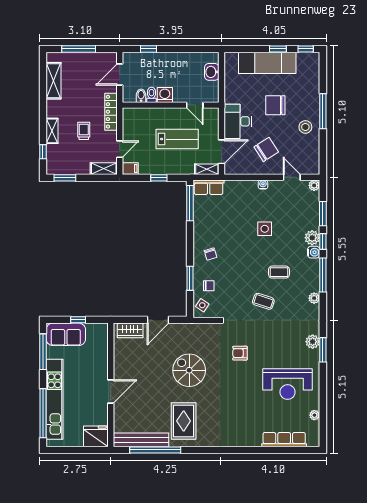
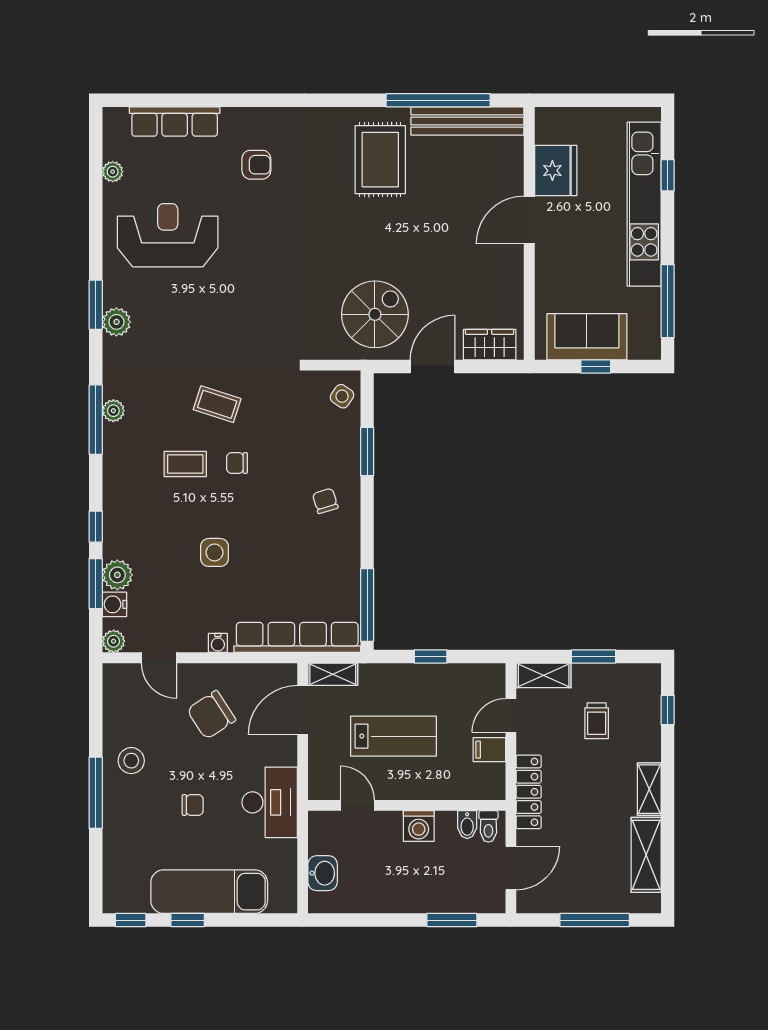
window: (149, 49) -> (452, 920), width x1.50
toilet: (151, 95) -> (488, 826), moved
chair: (275, 105) -> (193, 805), width x0.54, depth x0.54
desk: (238, 121) -> (270, 802), moved
shelving: (52, 131) -> (649, 789), moved
trolley: (84, 131) -> (597, 721), moved
lab bench: (177, 139) -> (393, 736), turned 180
filing cabinet: (130, 168) -> (489, 750), moved
window: (65, 178) -> (594, 656), moved
row of seats: (209, 187) -> (297, 637), width x2.02
plant: (312, 238) -> (117, 575), moved
water cooler: (314, 252) -> (114, 604), moved
window: (323, 275) -> (96, 420), moved
chair: (209, 286) -> (237, 463), moved
sofa: (66, 334) -> (587, 337), moved
armchair: (240, 353) -> (256, 165), moved
spiral stairs: (189, 370) -> (375, 314), moved, turned -90
window: (43, 413) -> (668, 175), width x0.32
fridge: (96, 436) -> (556, 171), moved, turned -90

